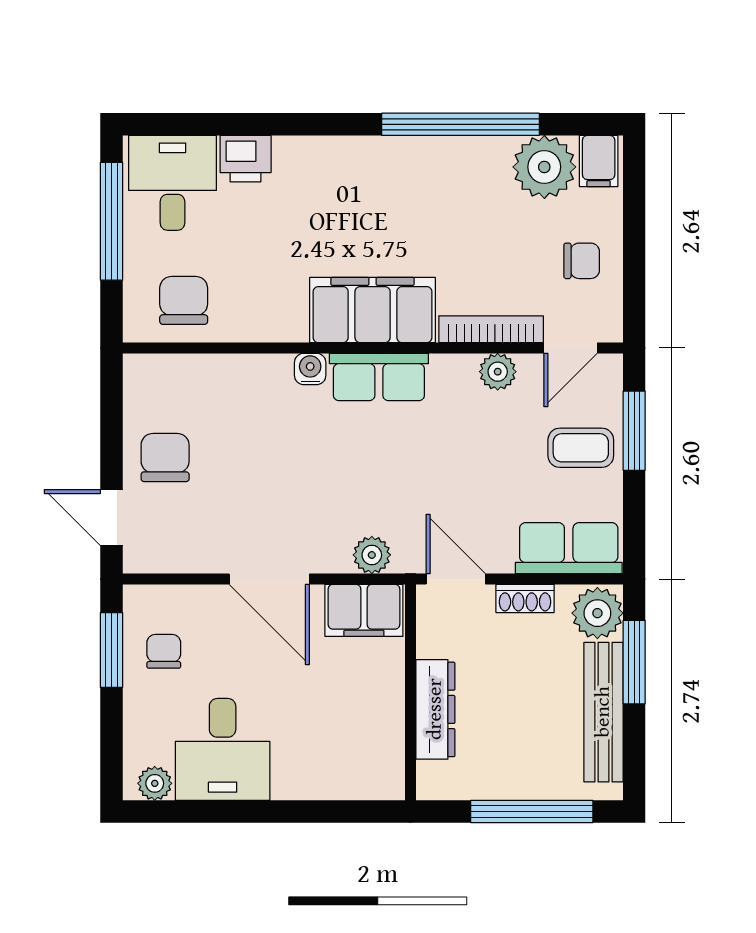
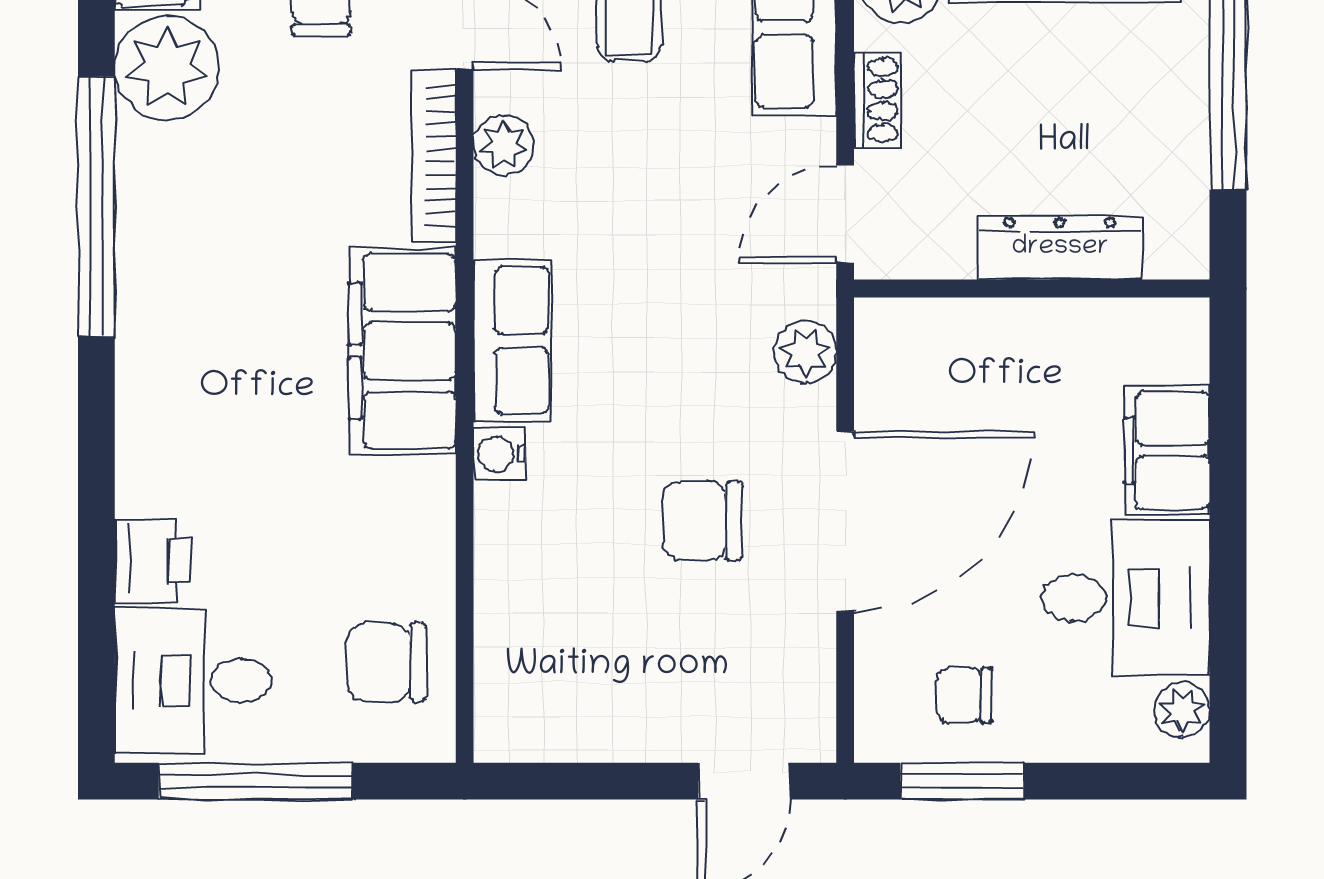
chair: (165, 457) -> (702, 521), moved
door: (269, 579) -> (845, 521), width x1.36
filing cabinet: (364, 610) -> (1167, 450), moved, turned 180

